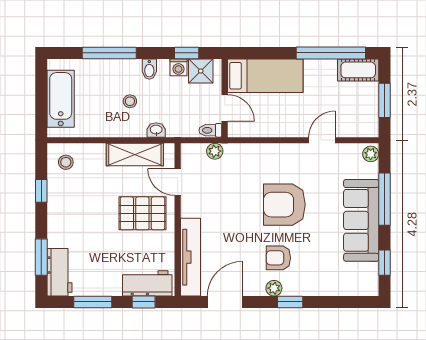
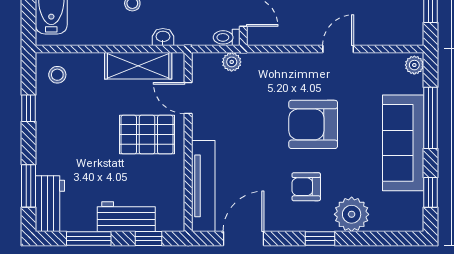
door: (322, 140) -> (338, 49), moved
workbench: (147, 283) -> (126, 217), moved
plant: (274, 288) -> (352, 214), moved, width x1.88, depth x1.88

